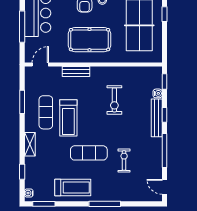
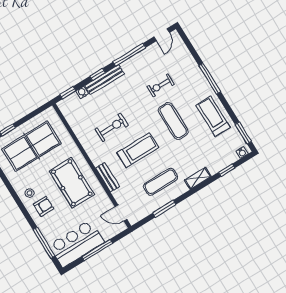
treadmill: (68, 118) -> (138, 150), moved

